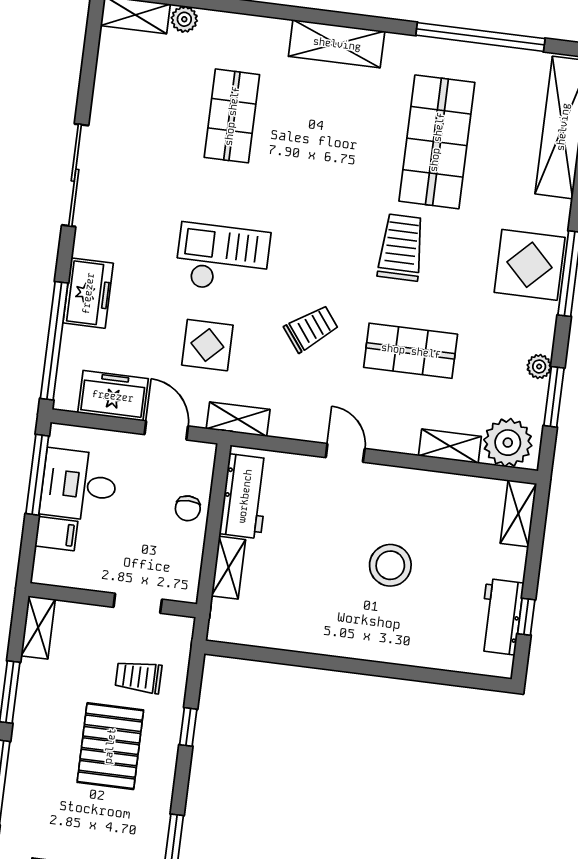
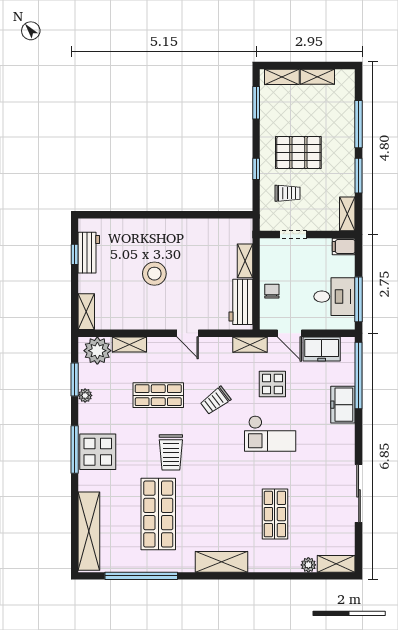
sliding door: (75, 175) -> (359, 493), moved
filing cabinet: (56, 534) -> (344, 246), moved
pallet: (110, 746) -> (298, 153), turned 90

